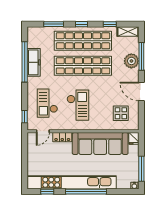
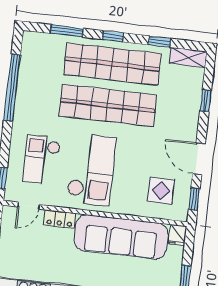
window: (141, 56) -> (206, 101), width x0.46
plant: (131, 61) -> (188, 107), removed
freezer: (34, 62) -> (27, 90), removed
checkout: (78, 105) -> (91, 169), width x1.36, depth x1.21
window: (141, 116) -> (194, 199), added

